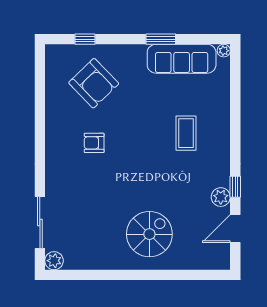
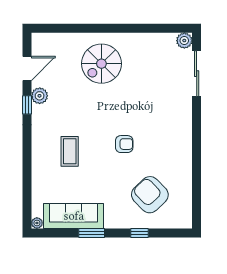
window: (85, 39) -> (139, 233), moved
armchair: (94, 143) -> (124, 144), moved

